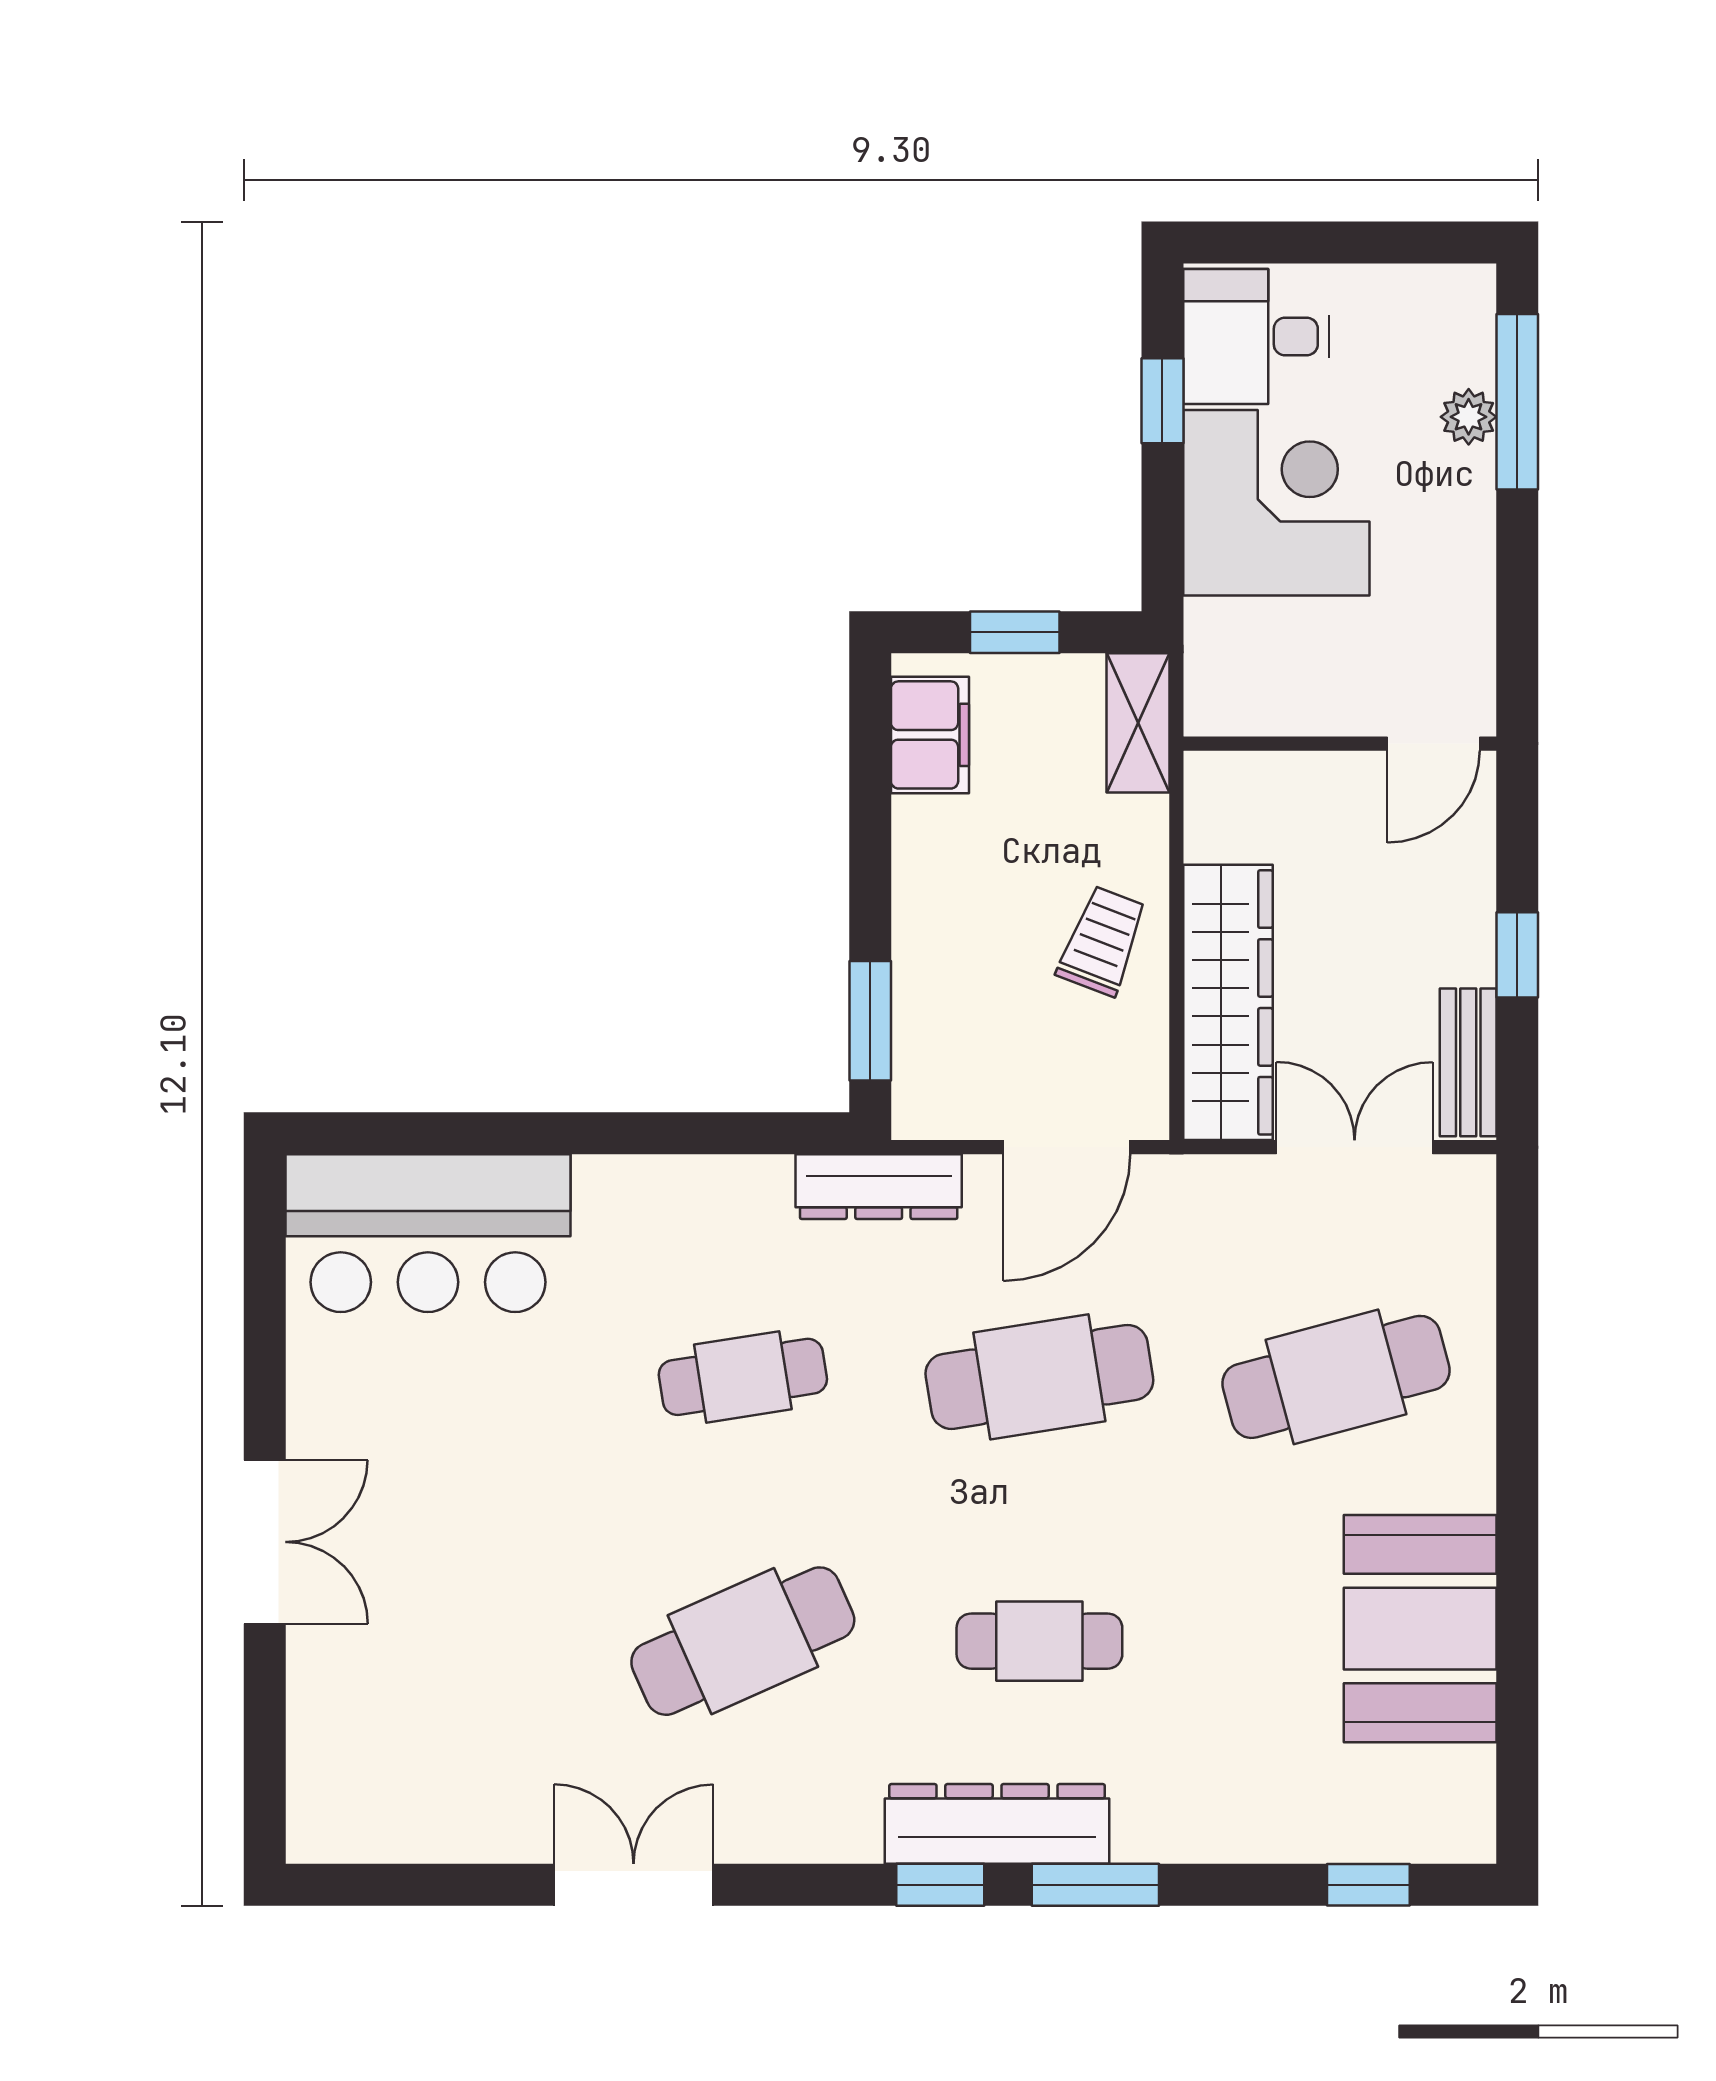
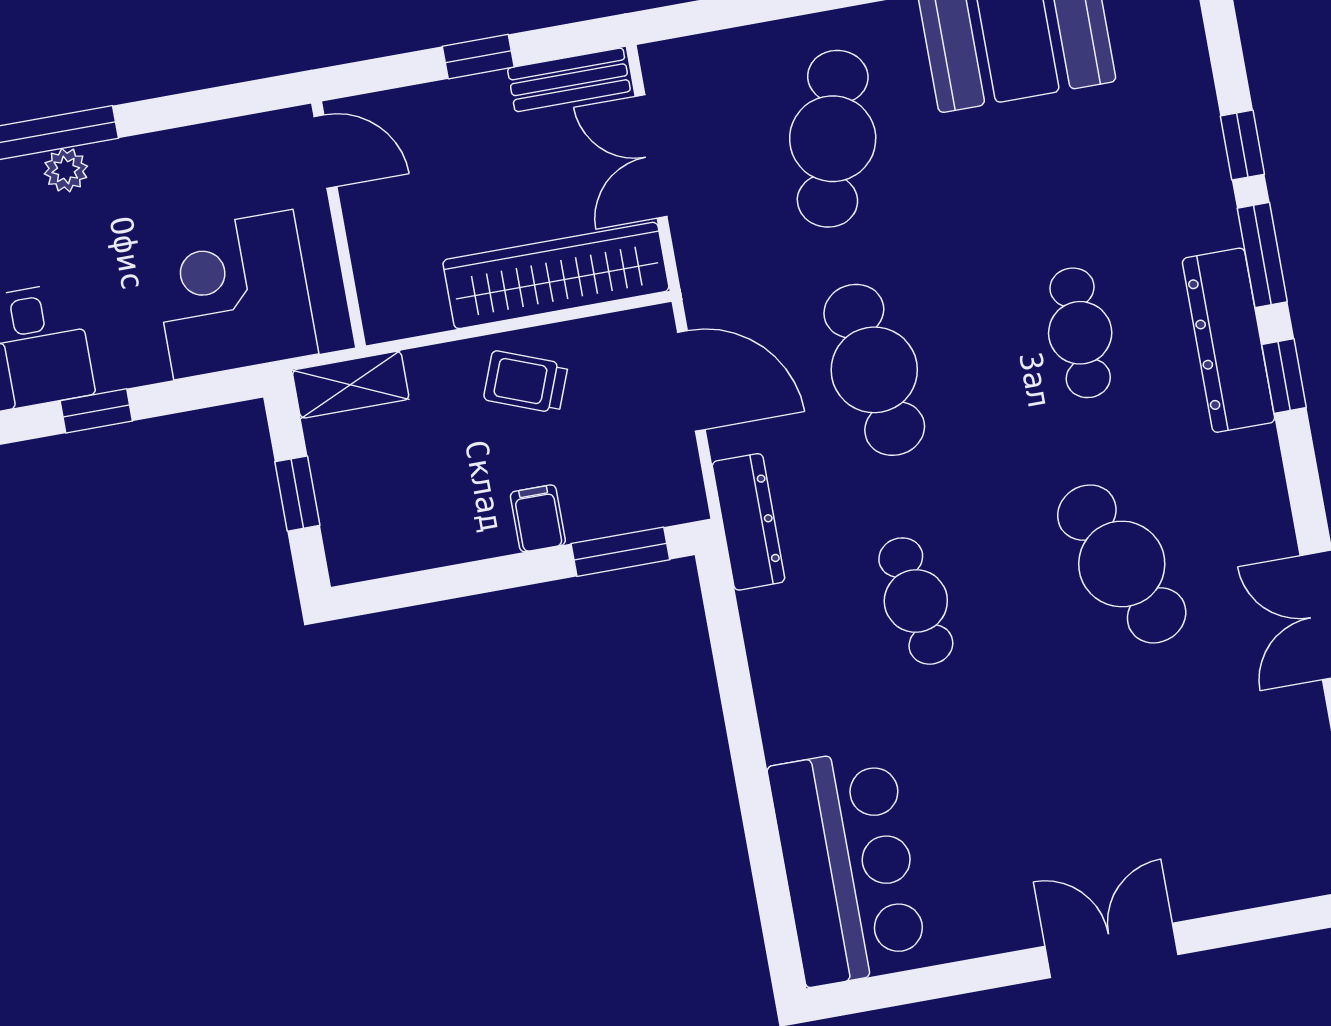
corner desk: (1276, 503) -> (233, 295), moved
filing cabinet: (930, 735) -> (538, 518), moved, width x0.50
cafe table: (1336, 1377) -> (833, 139), turned 30
window: (1368, 1885) -> (1242, 145), moved

